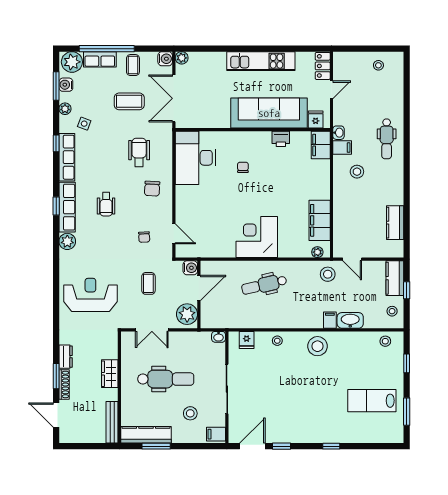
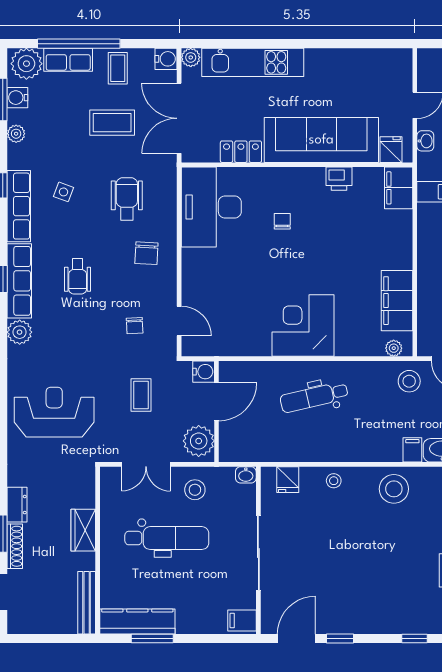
kitchen unit: (261, 61) -> (253, 62), moved
locker: (323, 66) -> (241, 152), moved, turned 90
side table: (84, 124) -> (64, 192), moved
washbasin: (339, 133) -> (425, 141), moved
stool: (190, 413) -> (195, 490), moved

